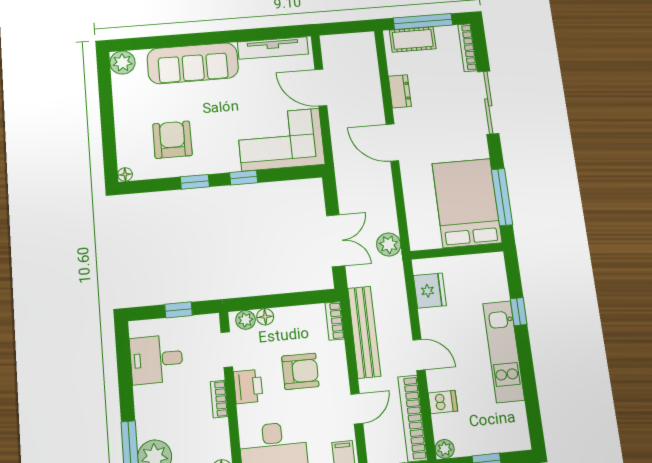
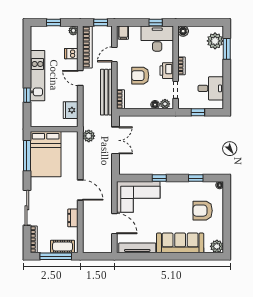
armchair: (172, 140) -> (203, 211), moved, turned 90
window: (195, 182) -> (196, 178), moved
double door: (336, 241) -> (115, 140), swing flipped

